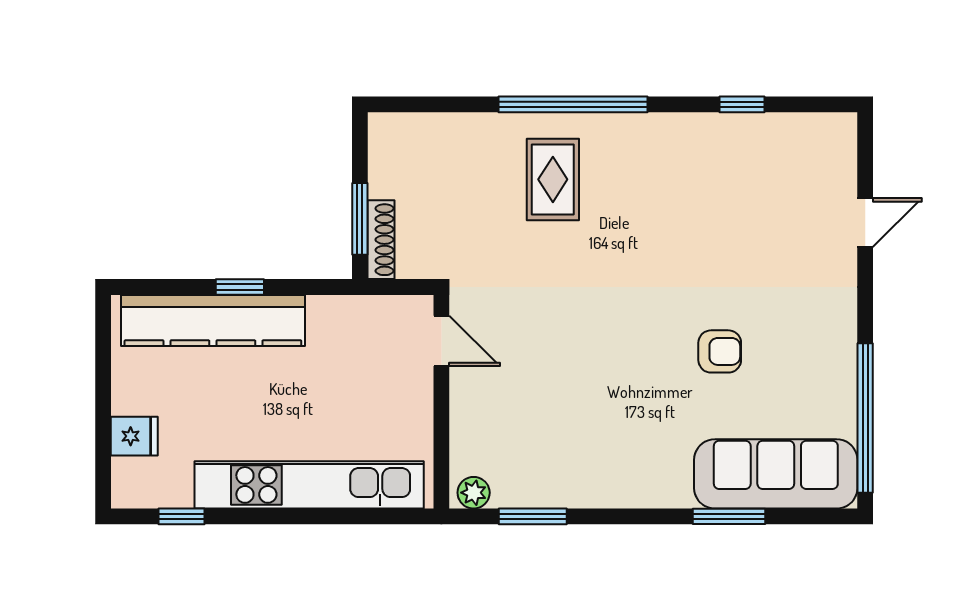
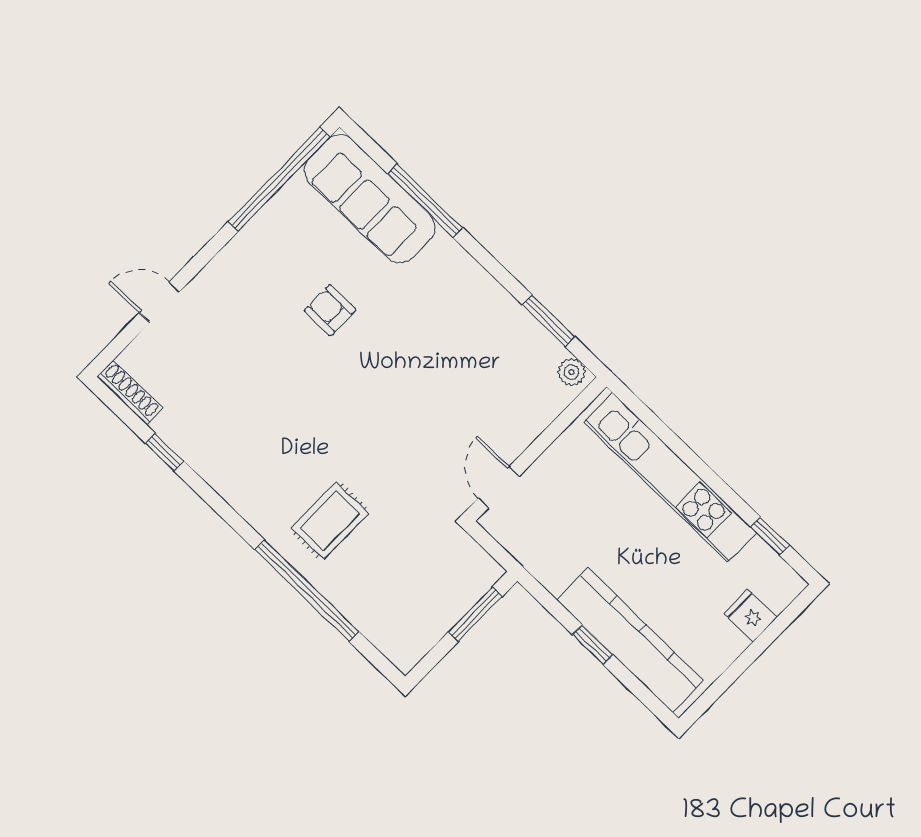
window: (573, 104) -> (307, 590), moved
shoe rack: (381, 240) -> (130, 392), moved, turned 90
window: (729, 516) -> (425, 201), width x1.44

